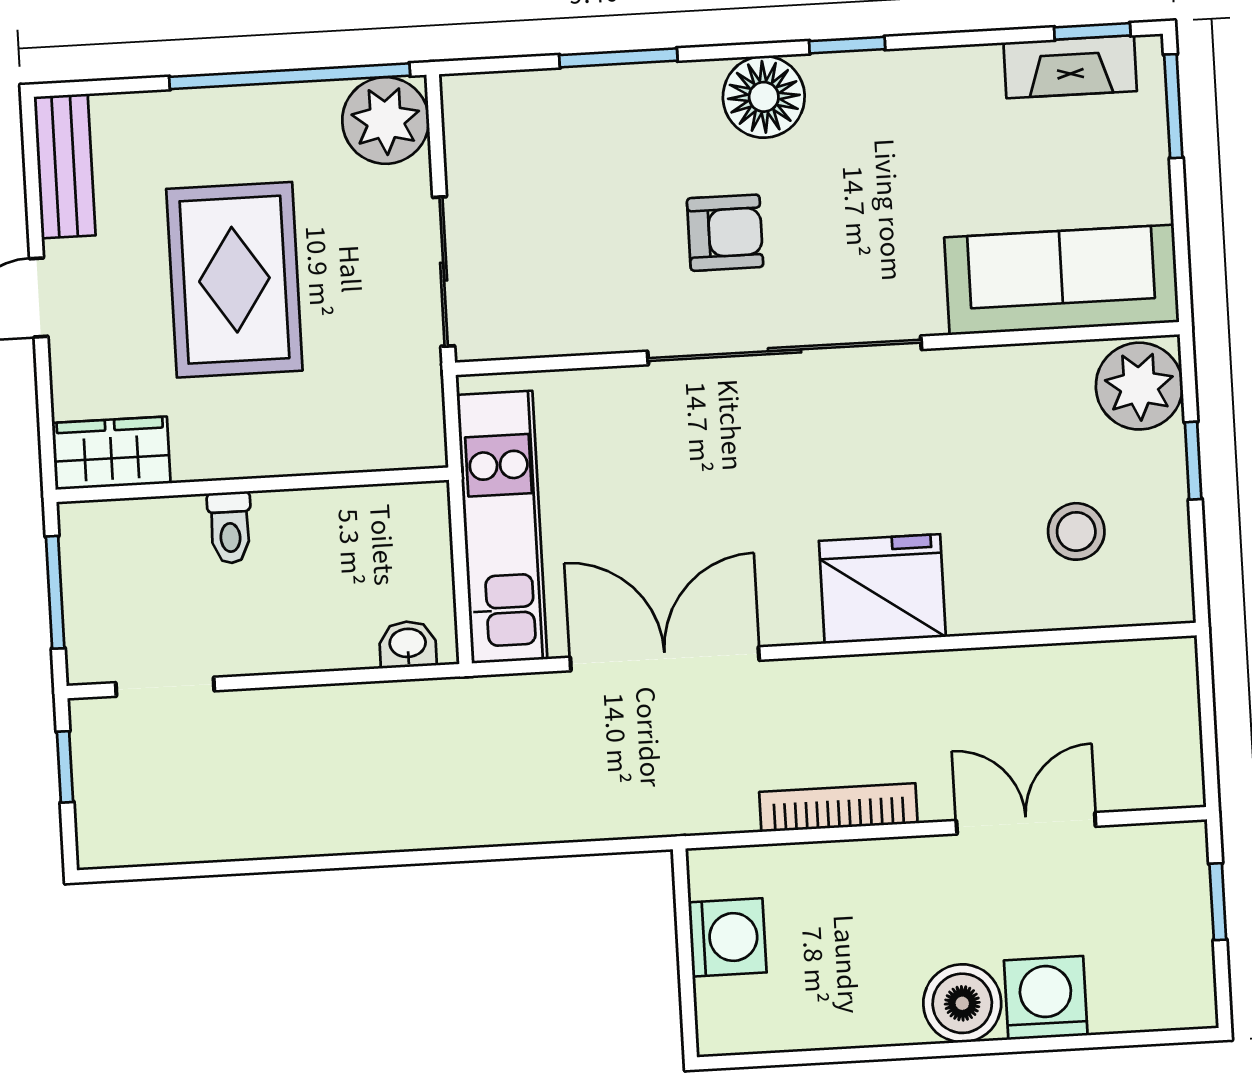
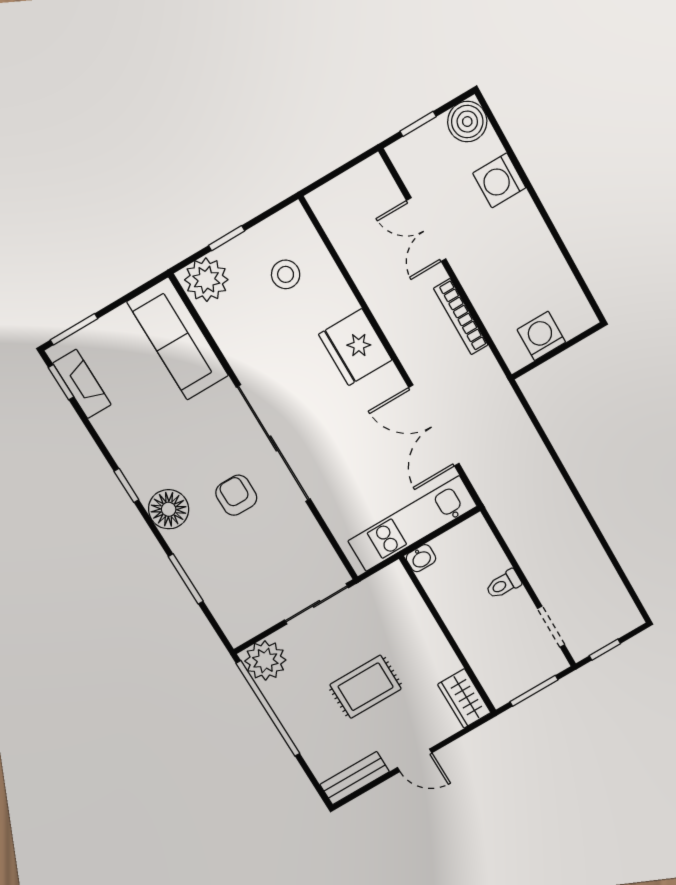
rug: (234, 280) -> (366, 687), width x0.73, depth x0.70
toilet: (230, 528) -> (503, 584), moved, turned 180
washbasin: (408, 644) -> (421, 558), moved, turned -90
boiler: (962, 1003) -> (467, 122), moved

